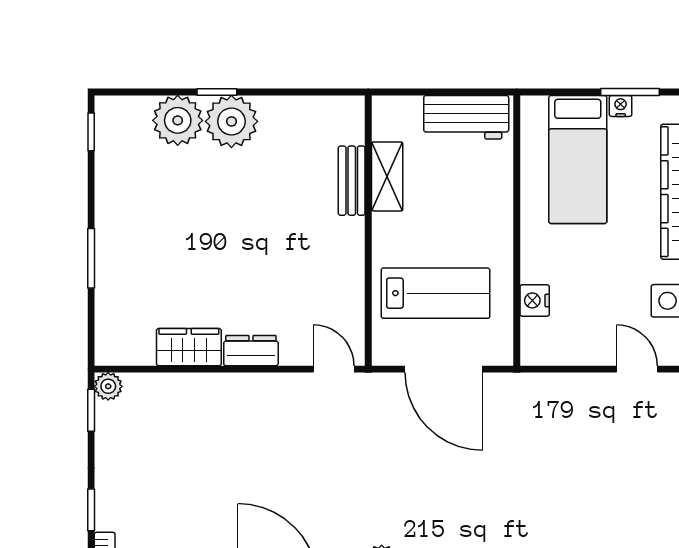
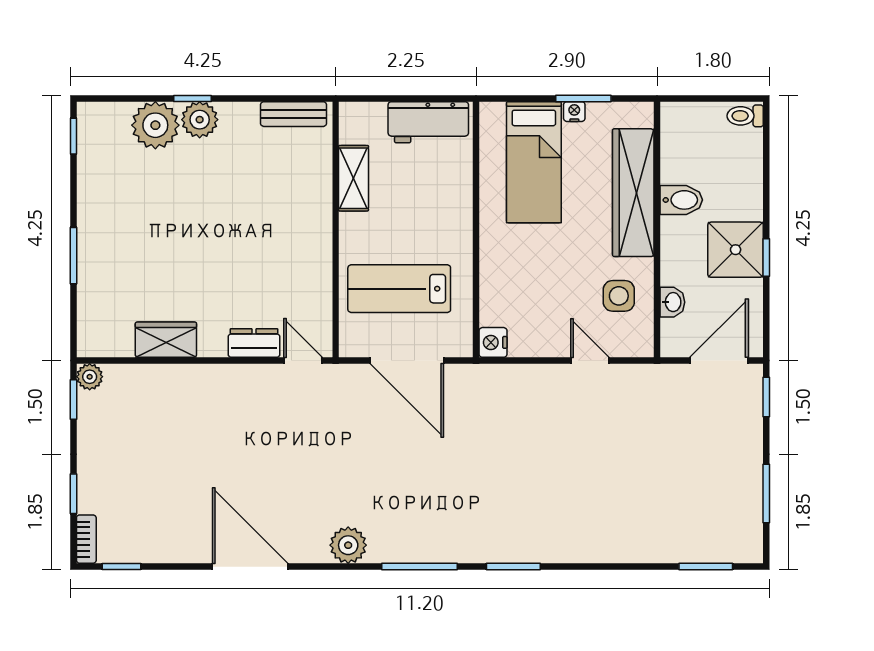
plant: (231, 121) -> (200, 120), width x0.73, depth x0.73
bench: (352, 181) -> (294, 114), moved, turned 90
lab bench: (436, 293) -> (399, 289), turned 180
nightstand: (535, 300) -> (493, 342), moved
dresser: (251, 351) -> (254, 343), moved

